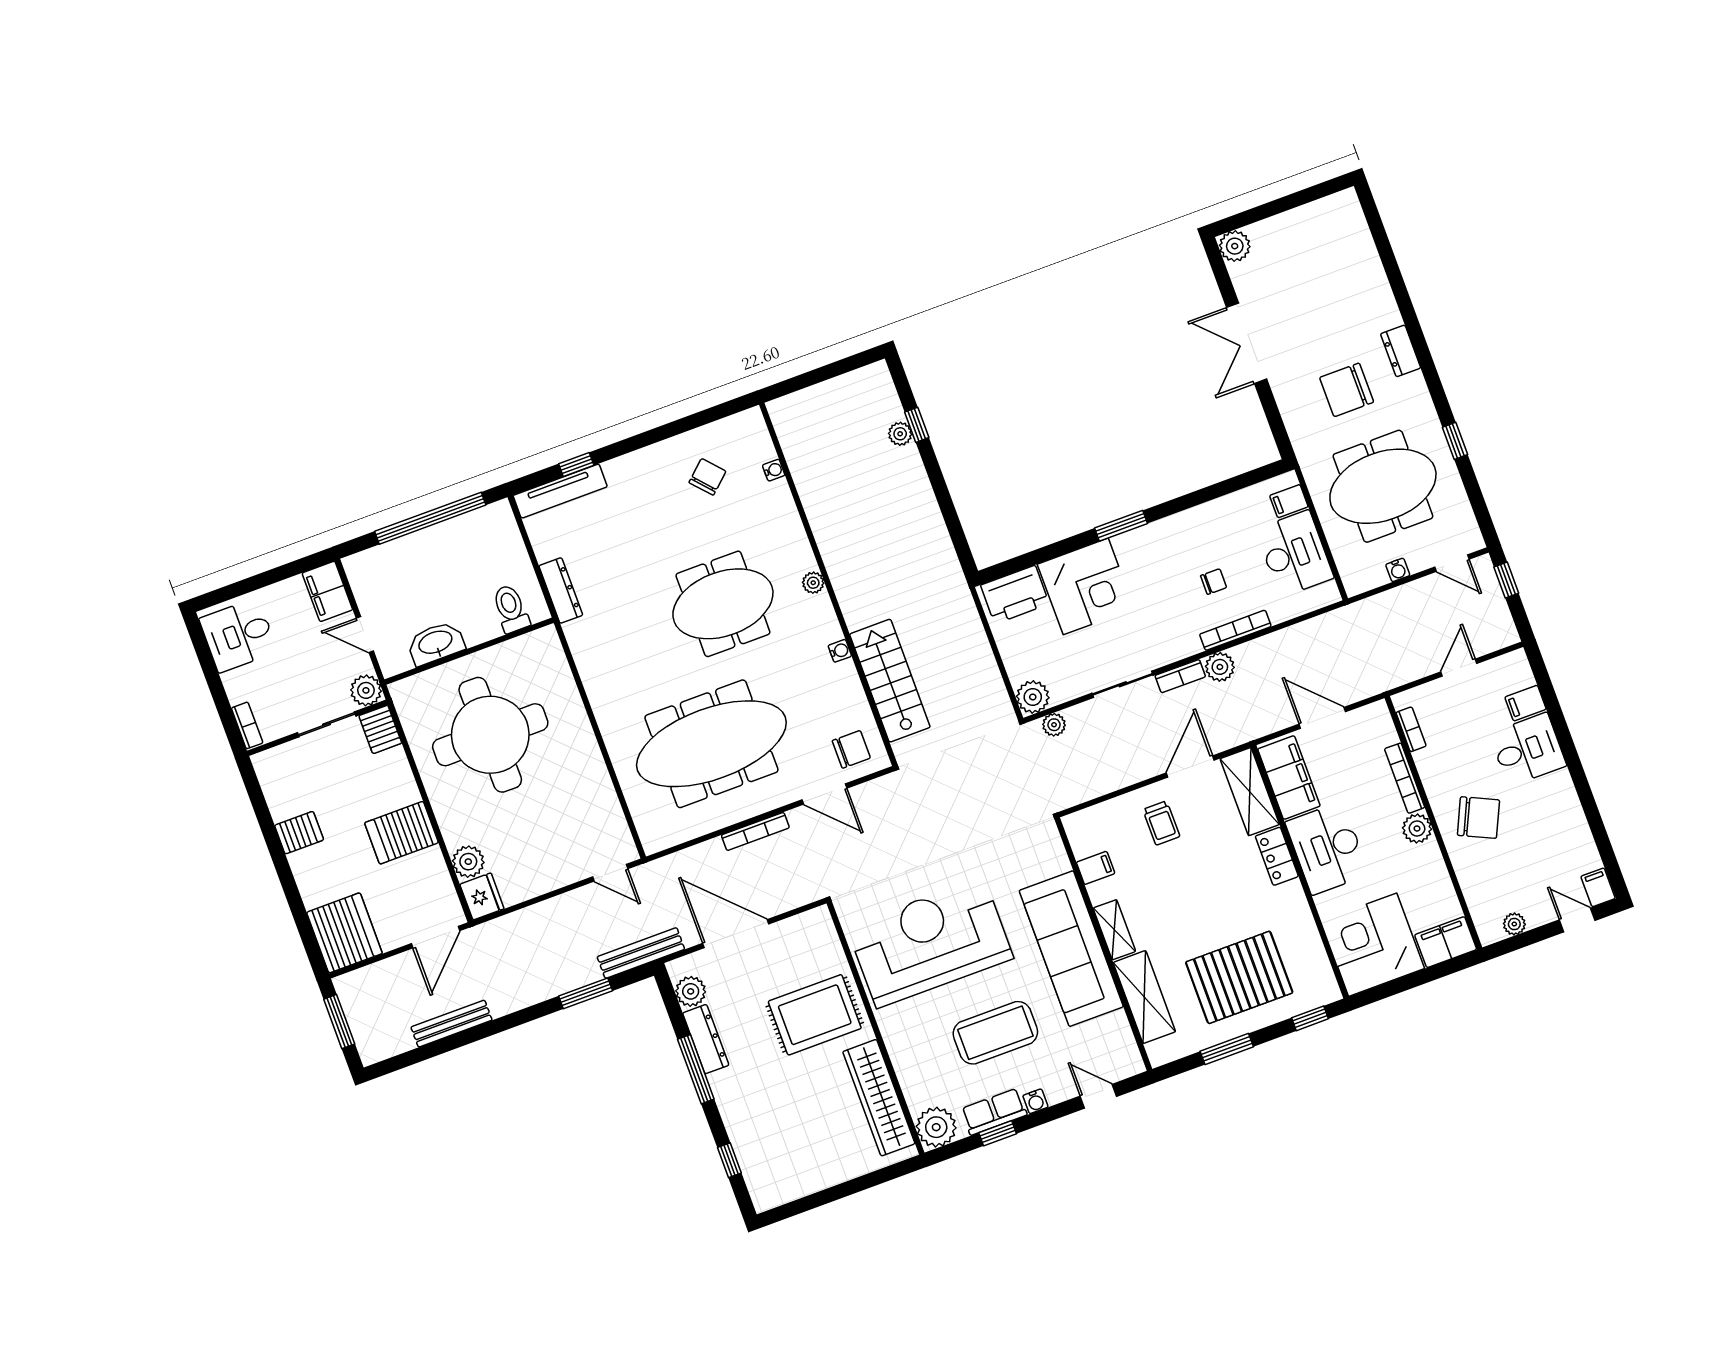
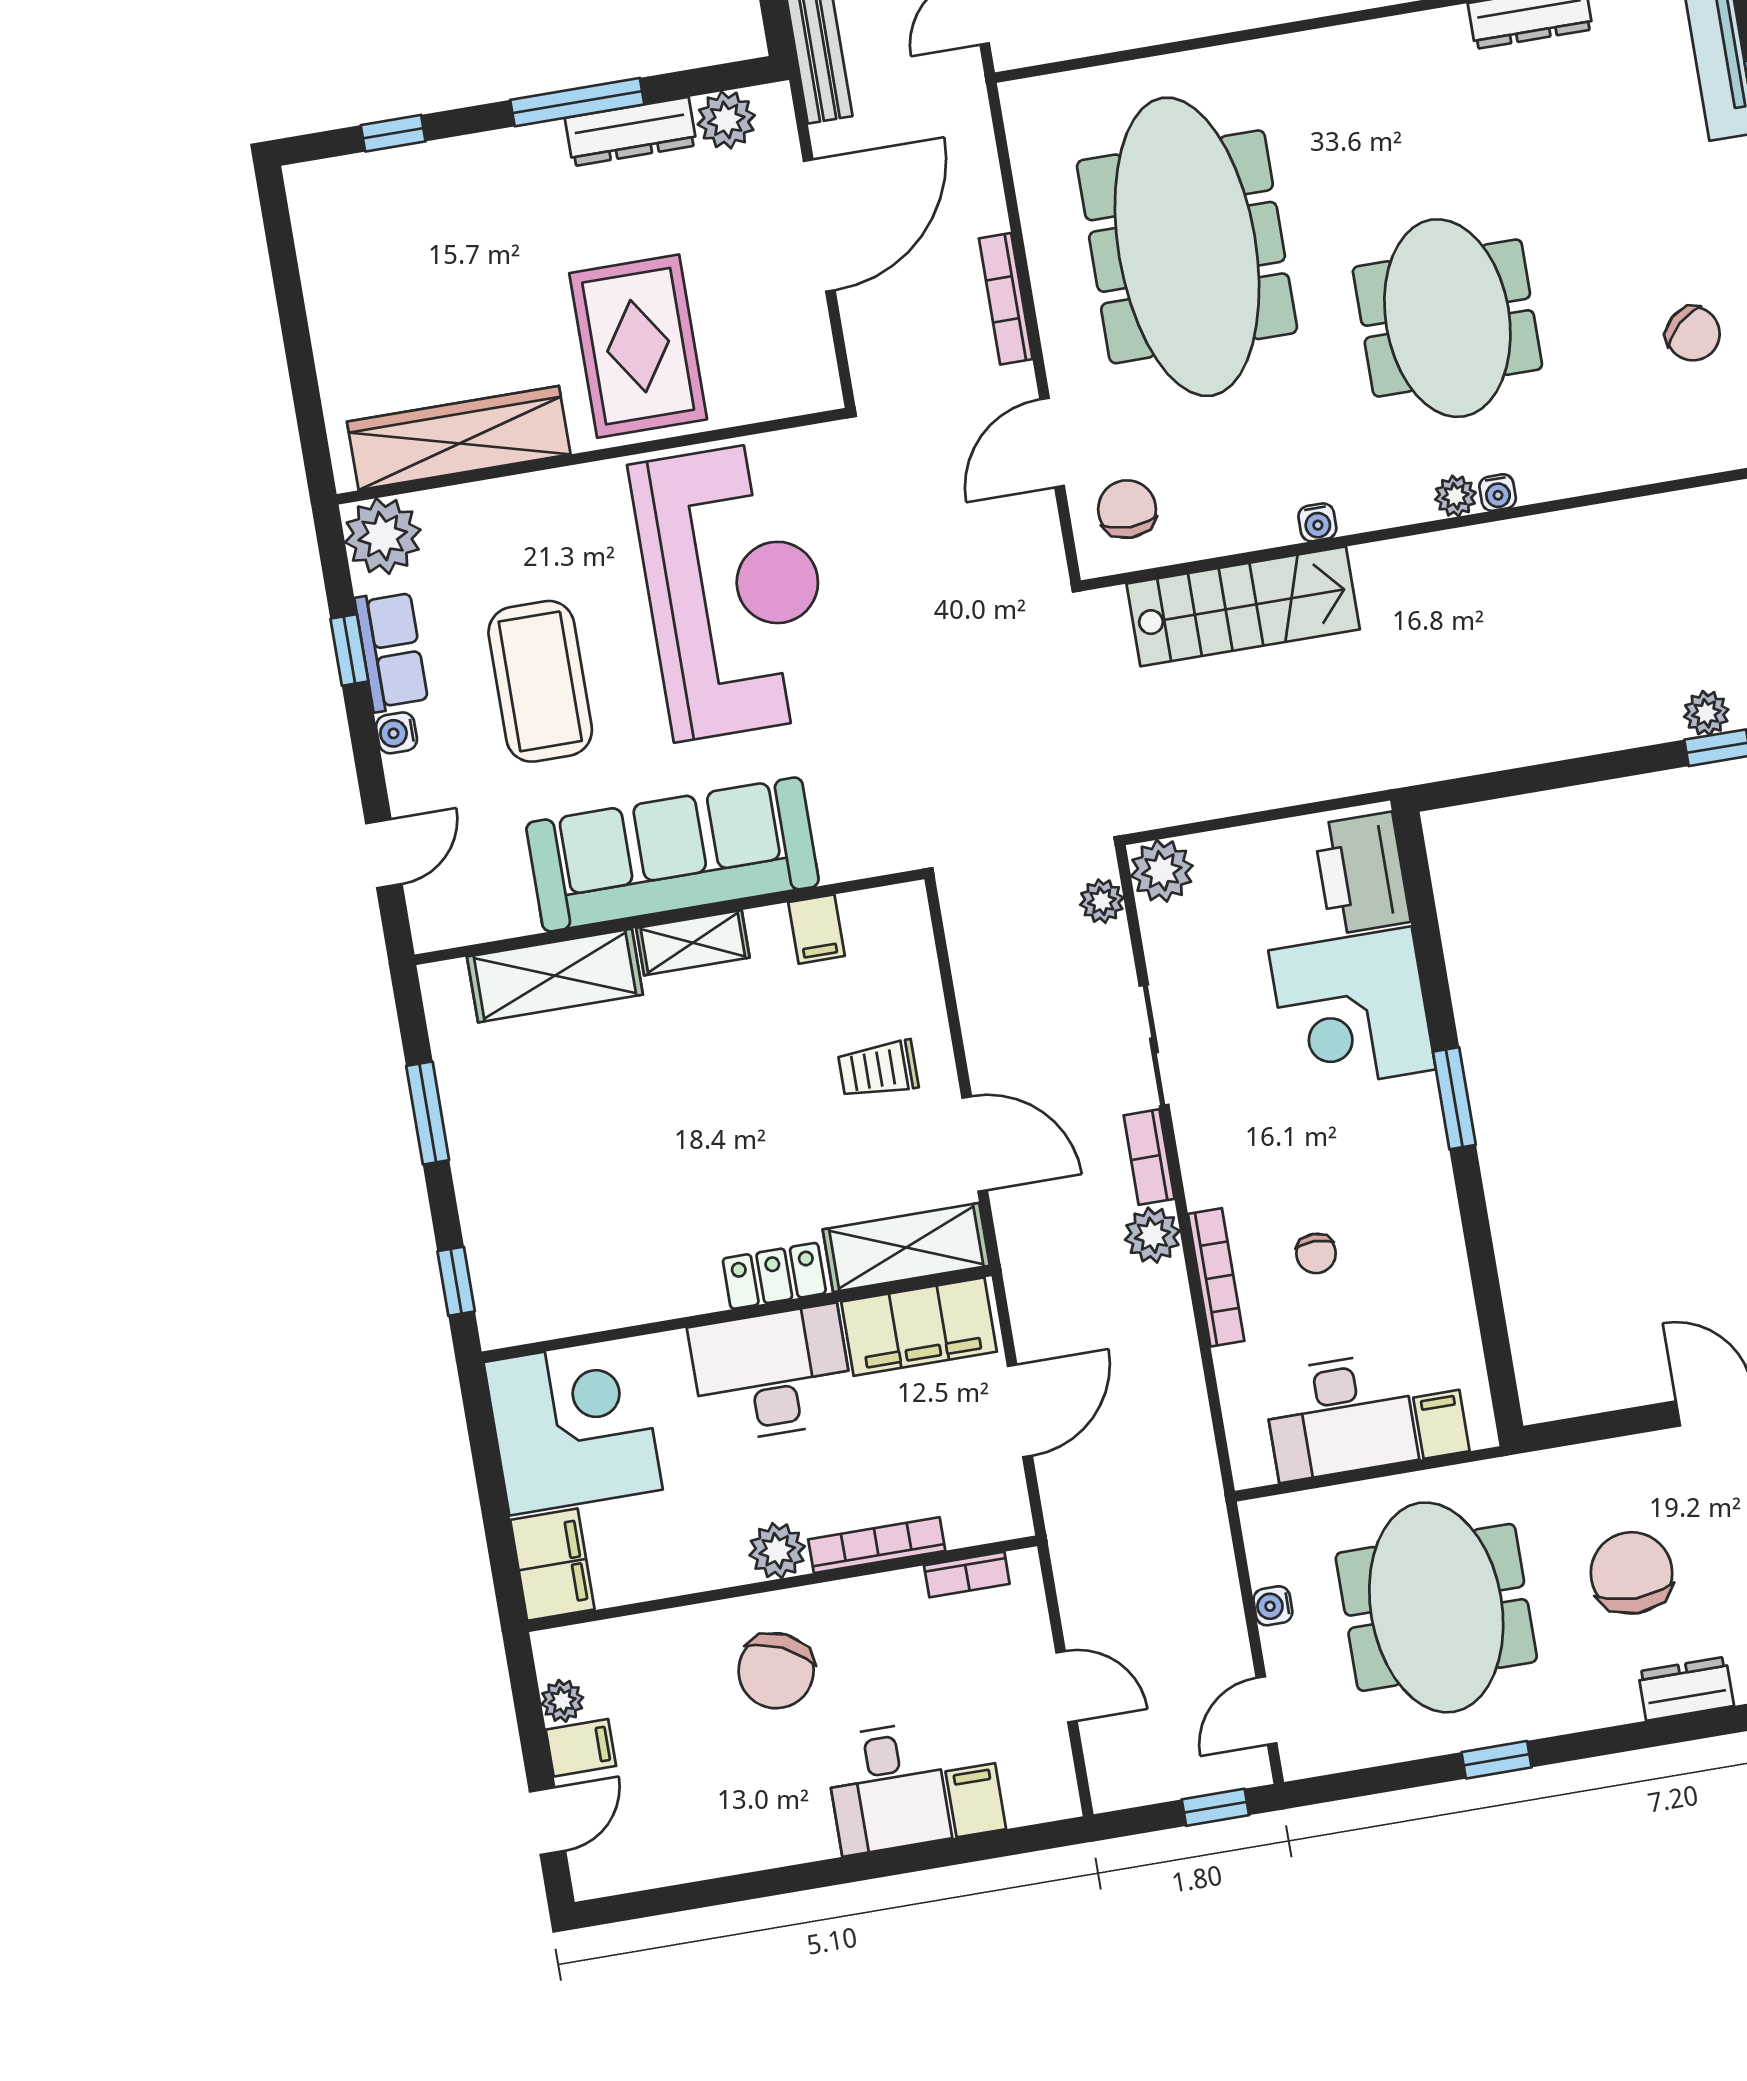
water cooler: (774, 470) -> (1498, 493), moved
chair: (851, 749) -> (1127, 509), turned 180
filing cabinet: (1598, 887) -> (581, 1748), moved
pallet: (1239, 977) -> (559, 1162), removed

